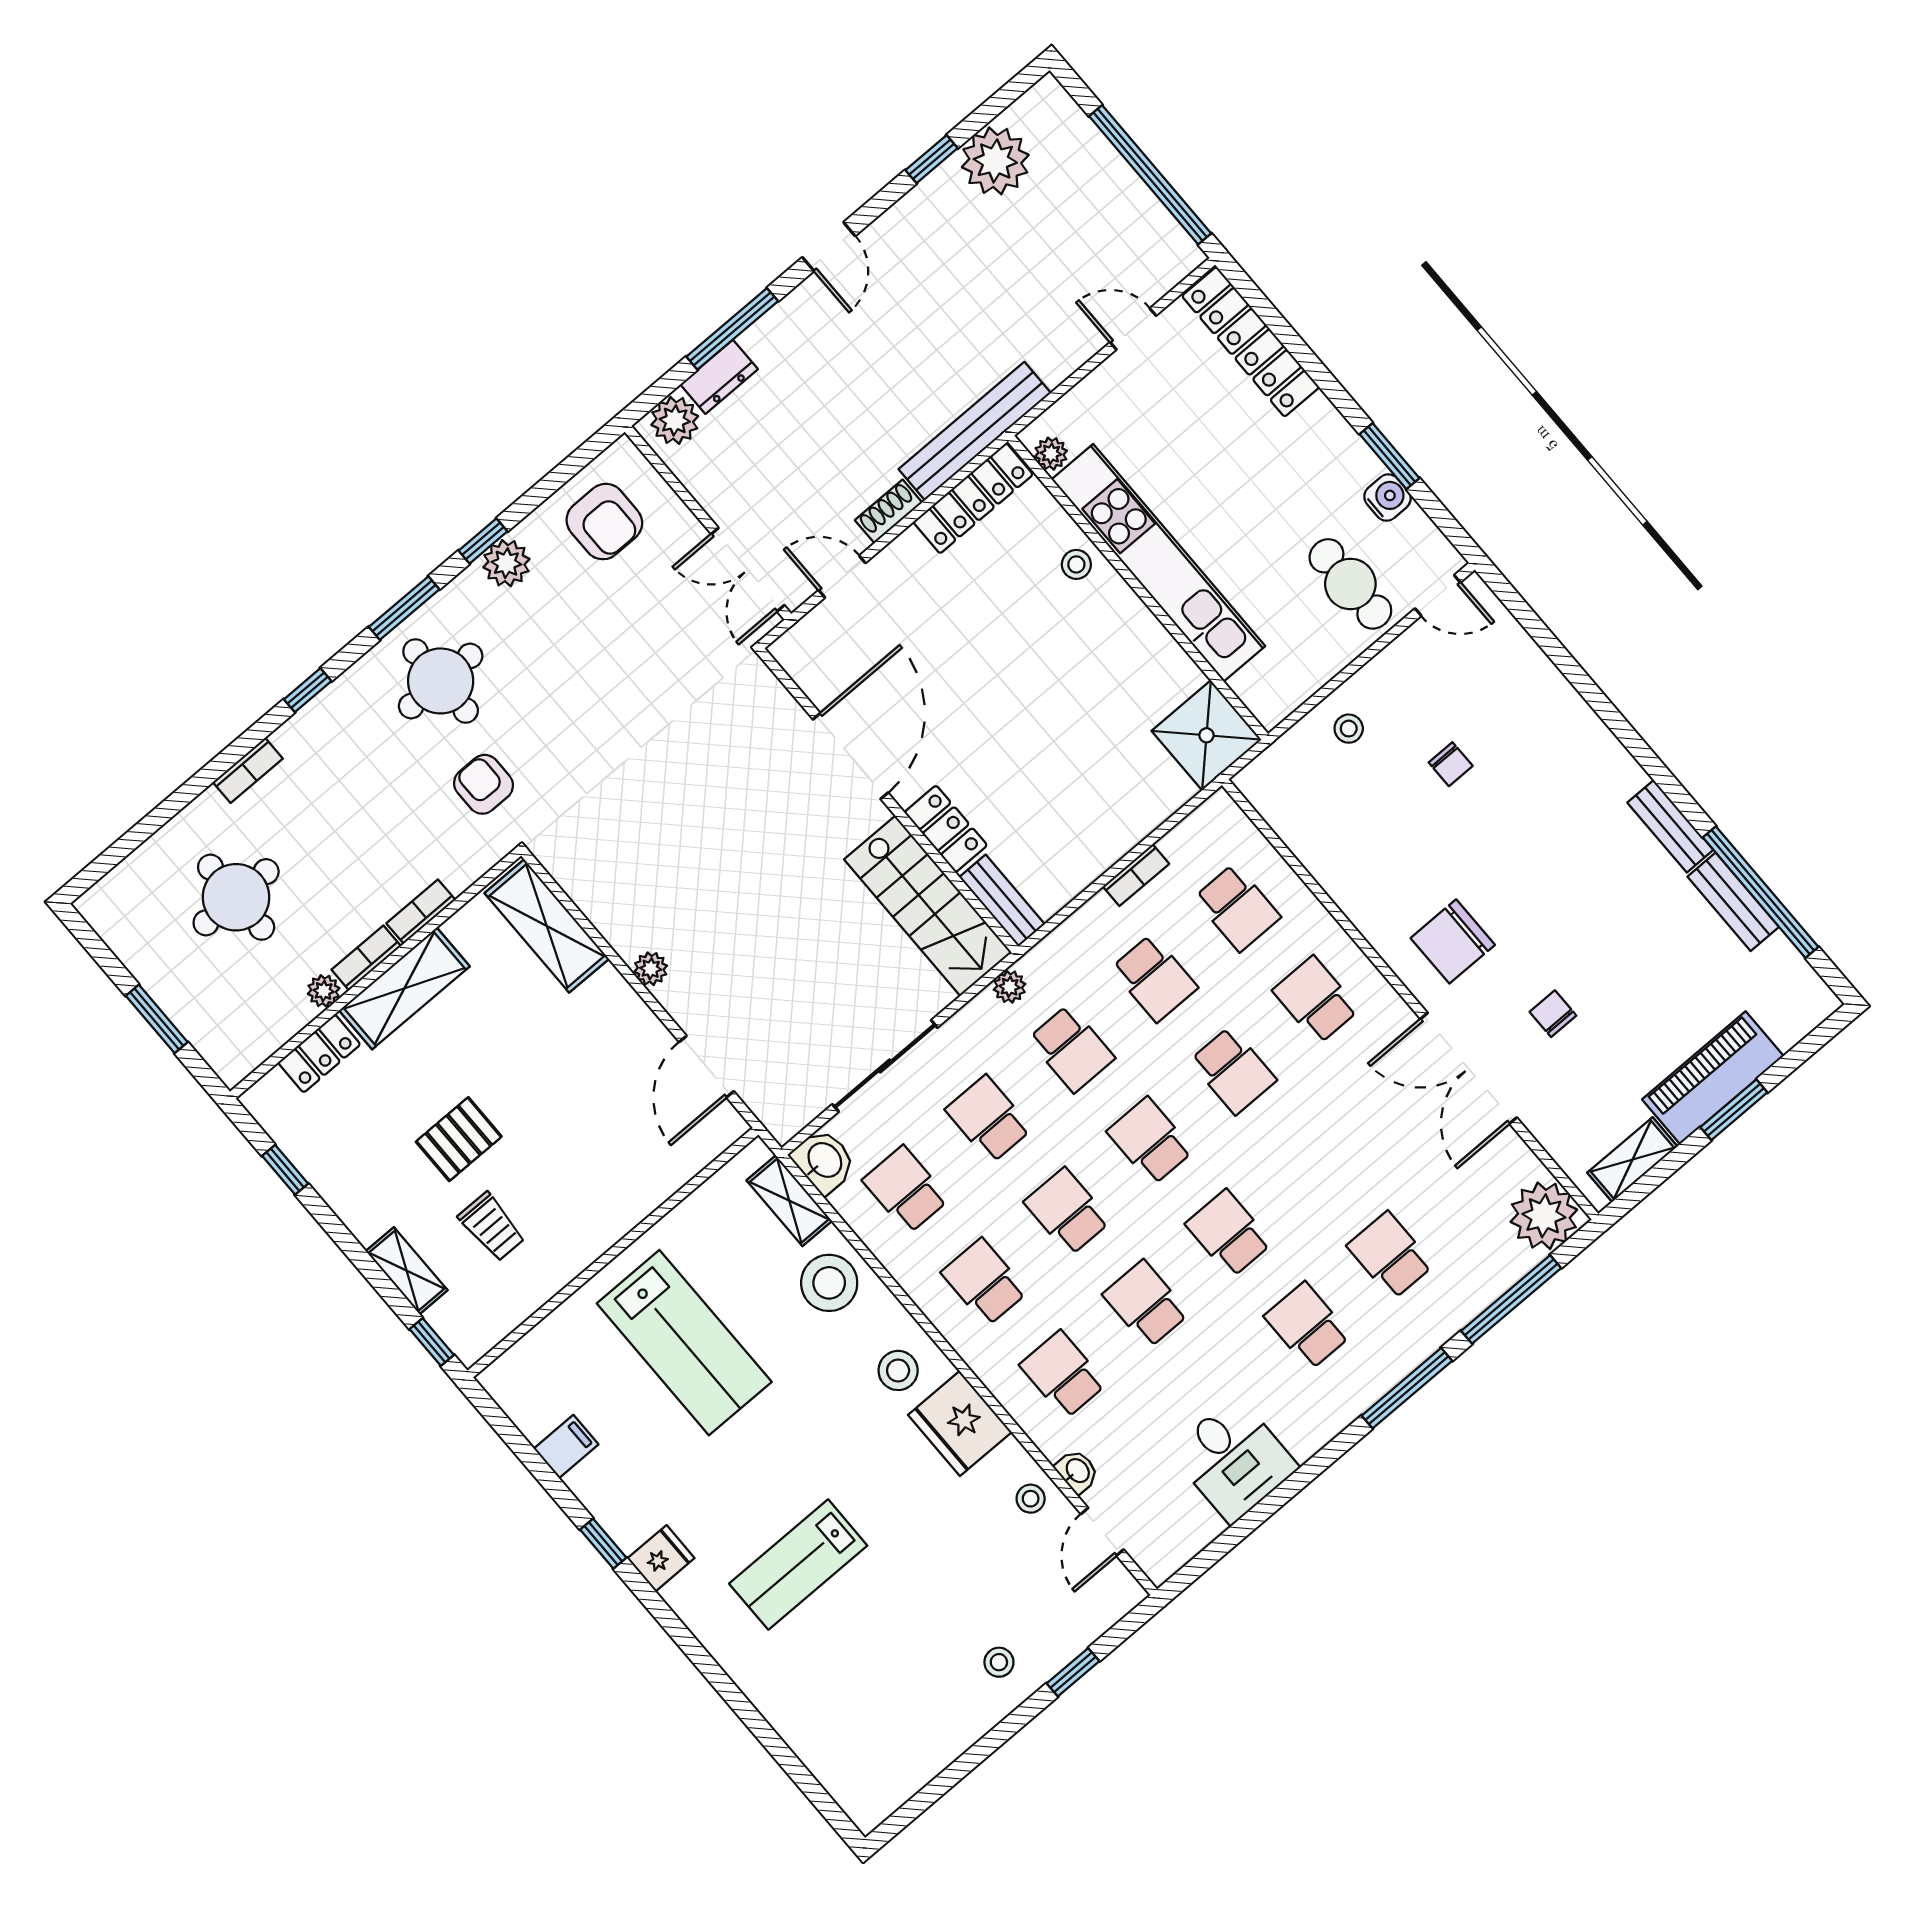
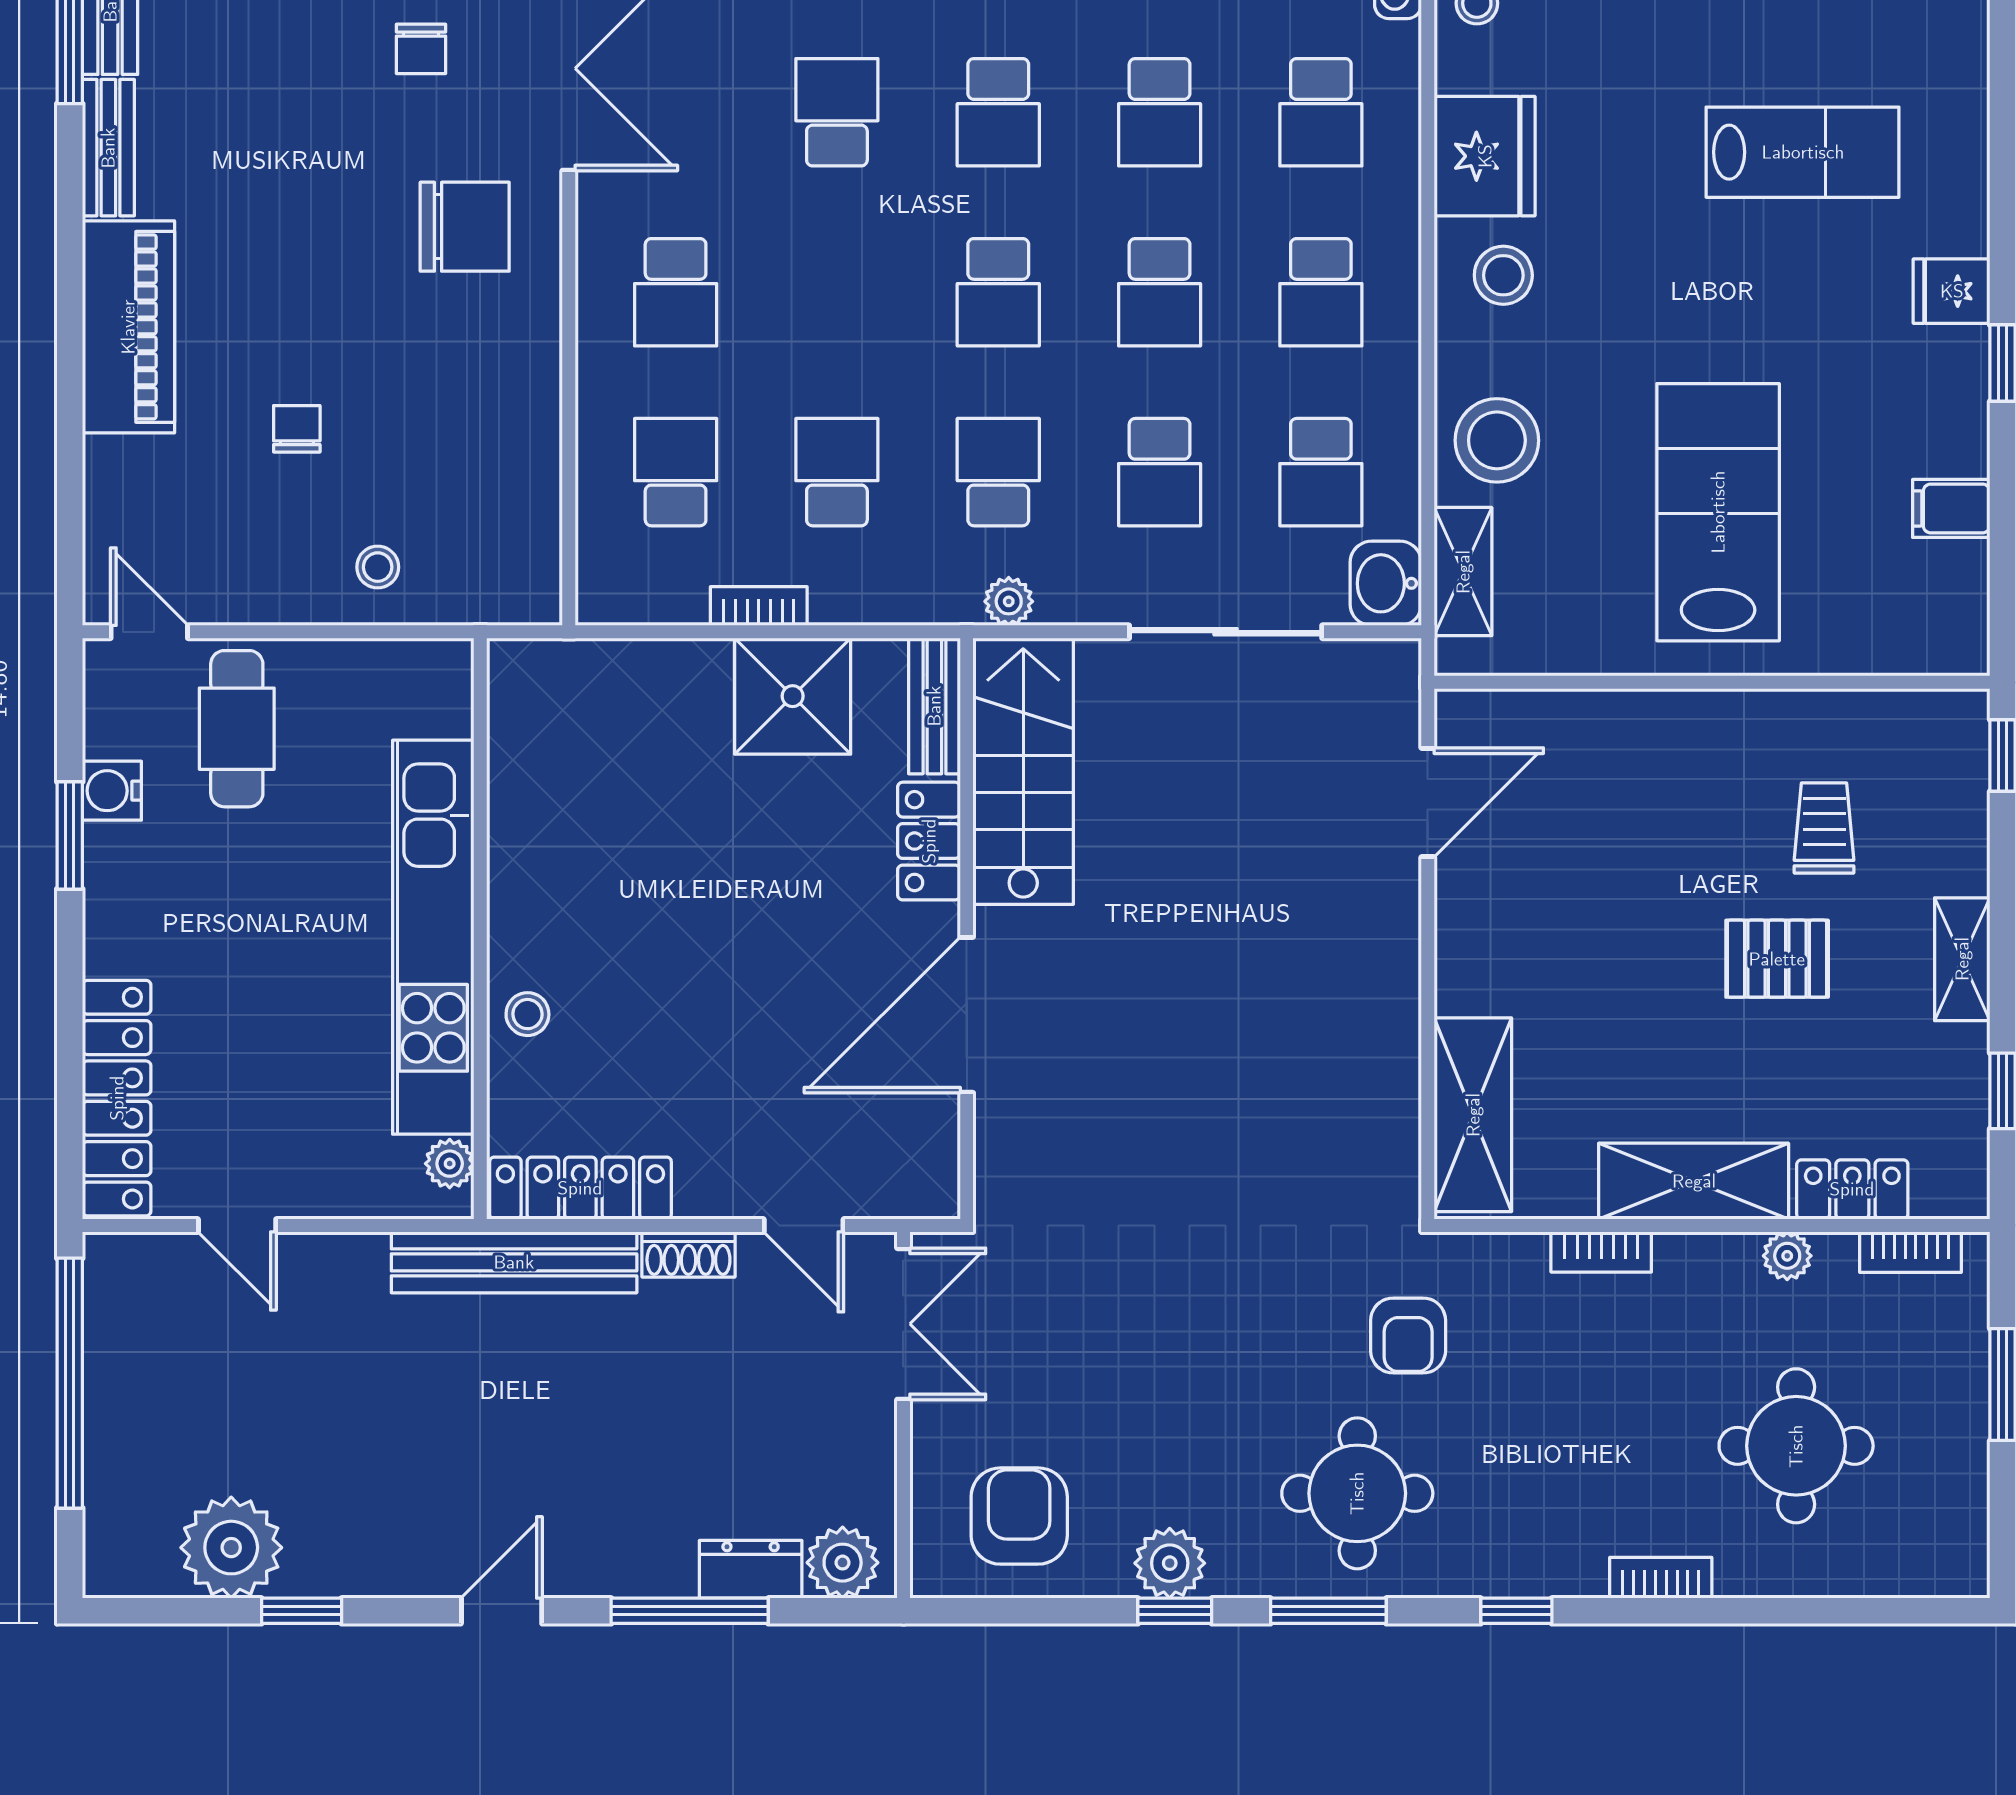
shower: (1206, 735) -> (793, 696), moved
piano: (1582, 743) -> (128, 327), added
bookcase: (366, 958) -> (1910, 1252), moved
plant: (651, 969) -> (1397, 967), removed
school desk: (1233, 1070) -> (837, 112), moved
shelving: (407, 1271) -> (1962, 959), moved

